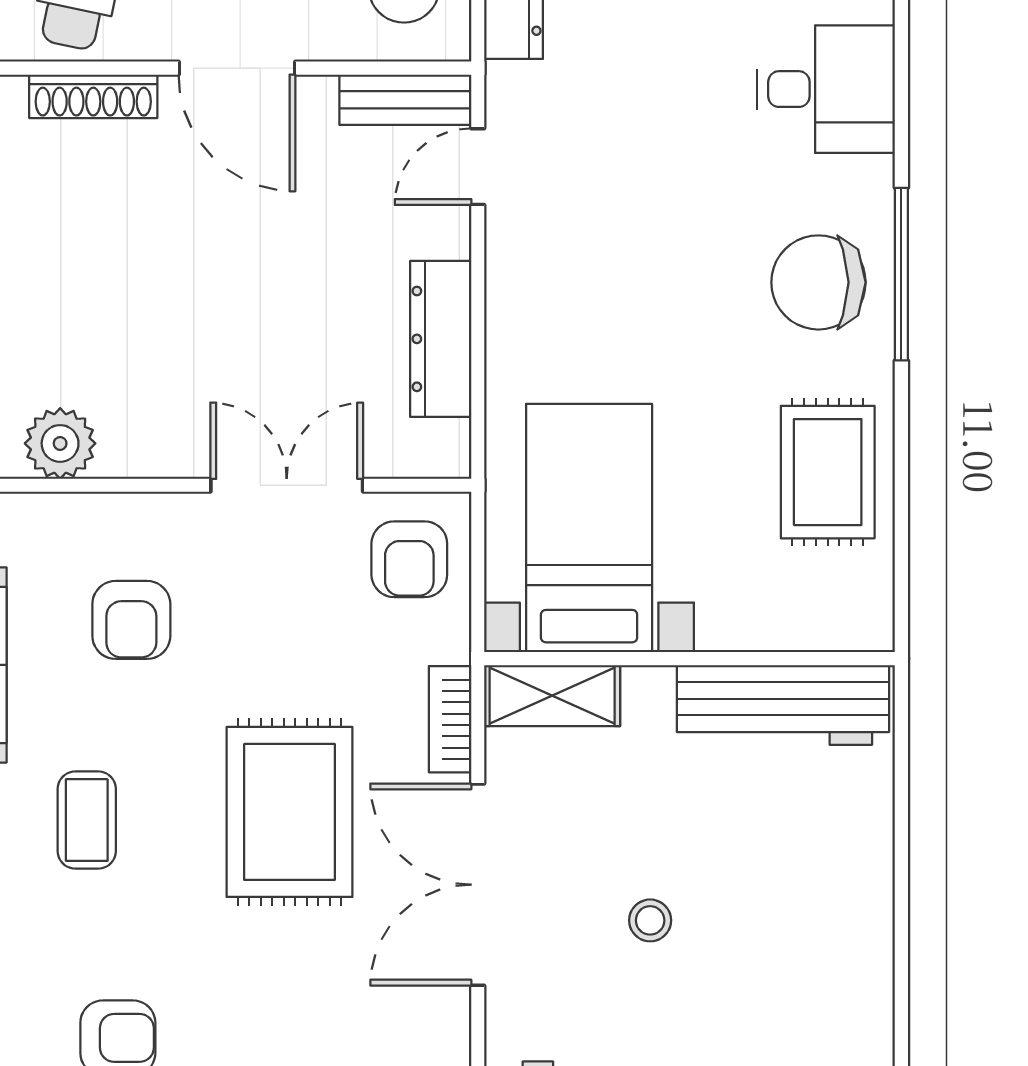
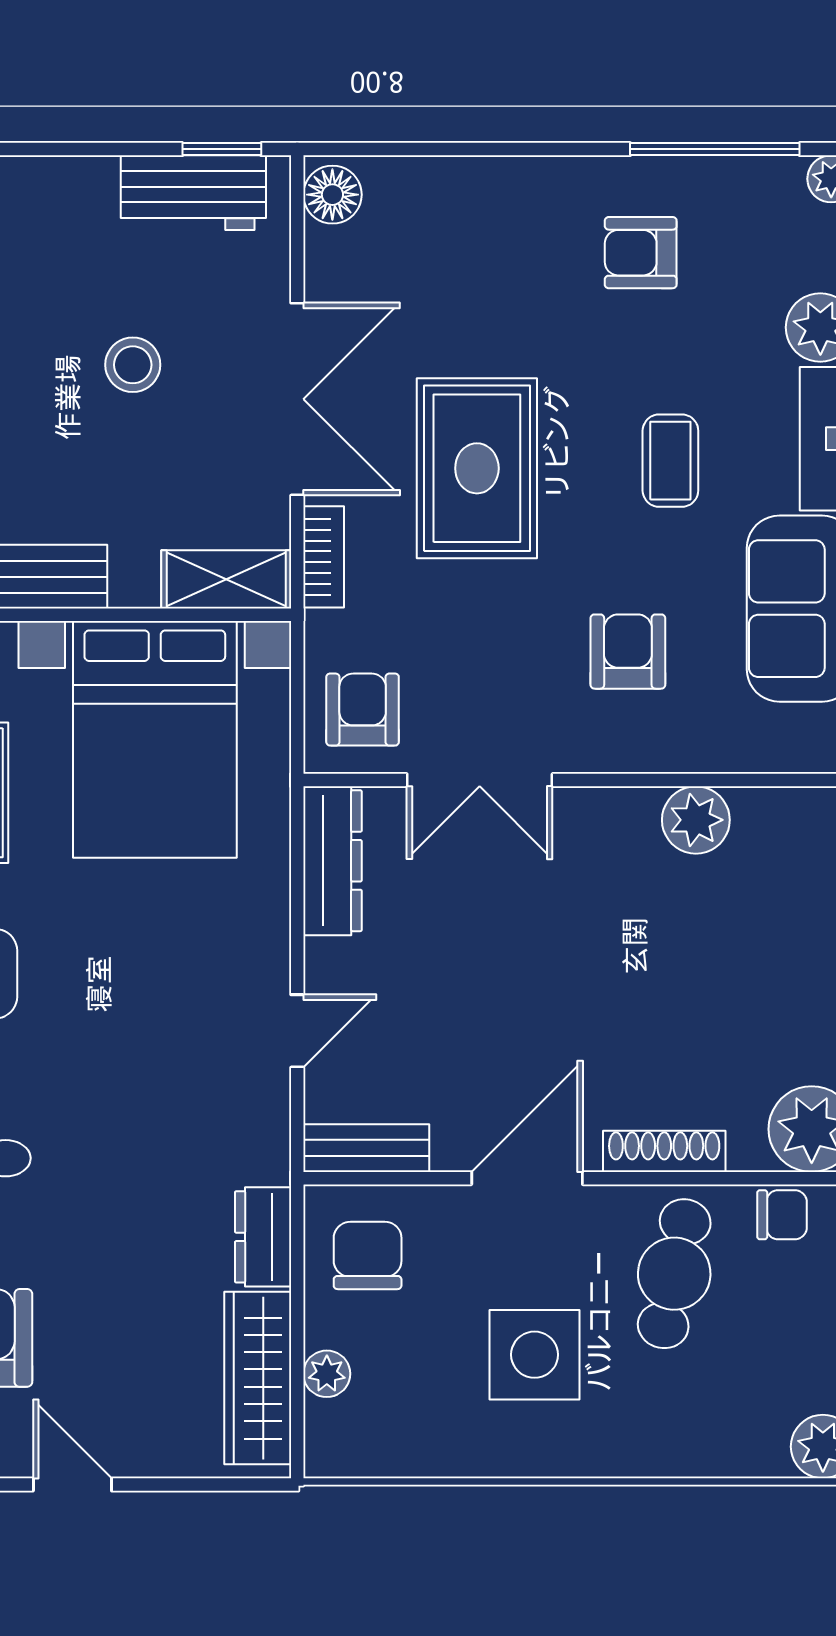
door: (237, 68) -> (527, 1178), hinge flipped
door: (478, 167) -> (297, 1031), moved
dresser: (441, 339) -> (333, 861), moved
bed with nightstands: (589, 528) -> (155, 739), width x1.36
stool: (650, 920) -> (133, 365), width x1.37, depth x1.37

